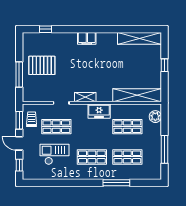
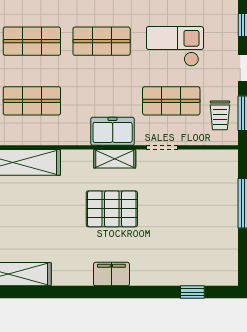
pallet: (42, 65) -> (112, 209), moved
freezer: (99, 111) -> (113, 131), moved
checkout: (54, 154) -> (175, 46), turned 180

